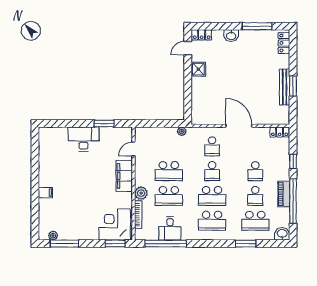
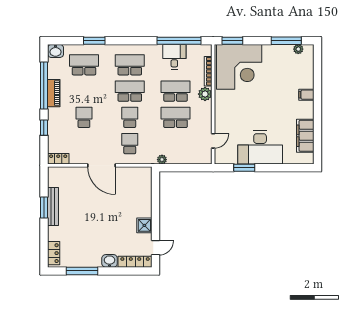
locker: (202, 35) -> (135, 262), width x1.53
desk: (84, 139) -> (260, 148), width x1.36, depth x1.30
filing cabinet: (124, 176) -> (305, 136), moved, turned 180
school desk: (255, 196) -> (84, 91), removed
corner desk: (115, 224) -> (239, 67), width x1.36, depth x1.36

